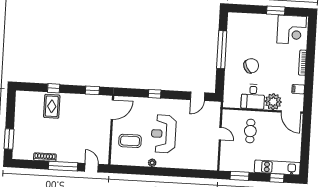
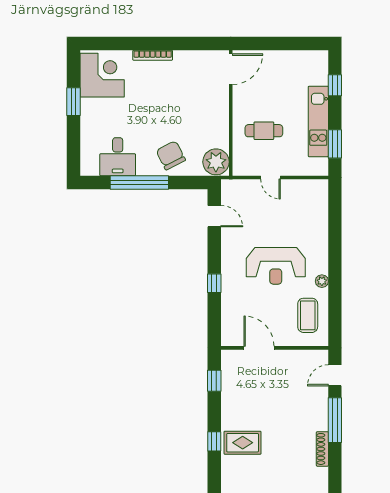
chair: (251, 66) -> (171, 155), moved
filing cabinet: (298, 89) -> (194, 60), removed
desk: (253, 97) -> (118, 157), moved, turned 90
plant: (273, 102) -> (216, 162), moved
door: (112, 110) -> (259, 348), moved
door: (220, 134) -> (271, 178), swing flipped
coffee table: (130, 141) -> (308, 315), moved
kitchen unit: (277, 167) -> (318, 121), moved

